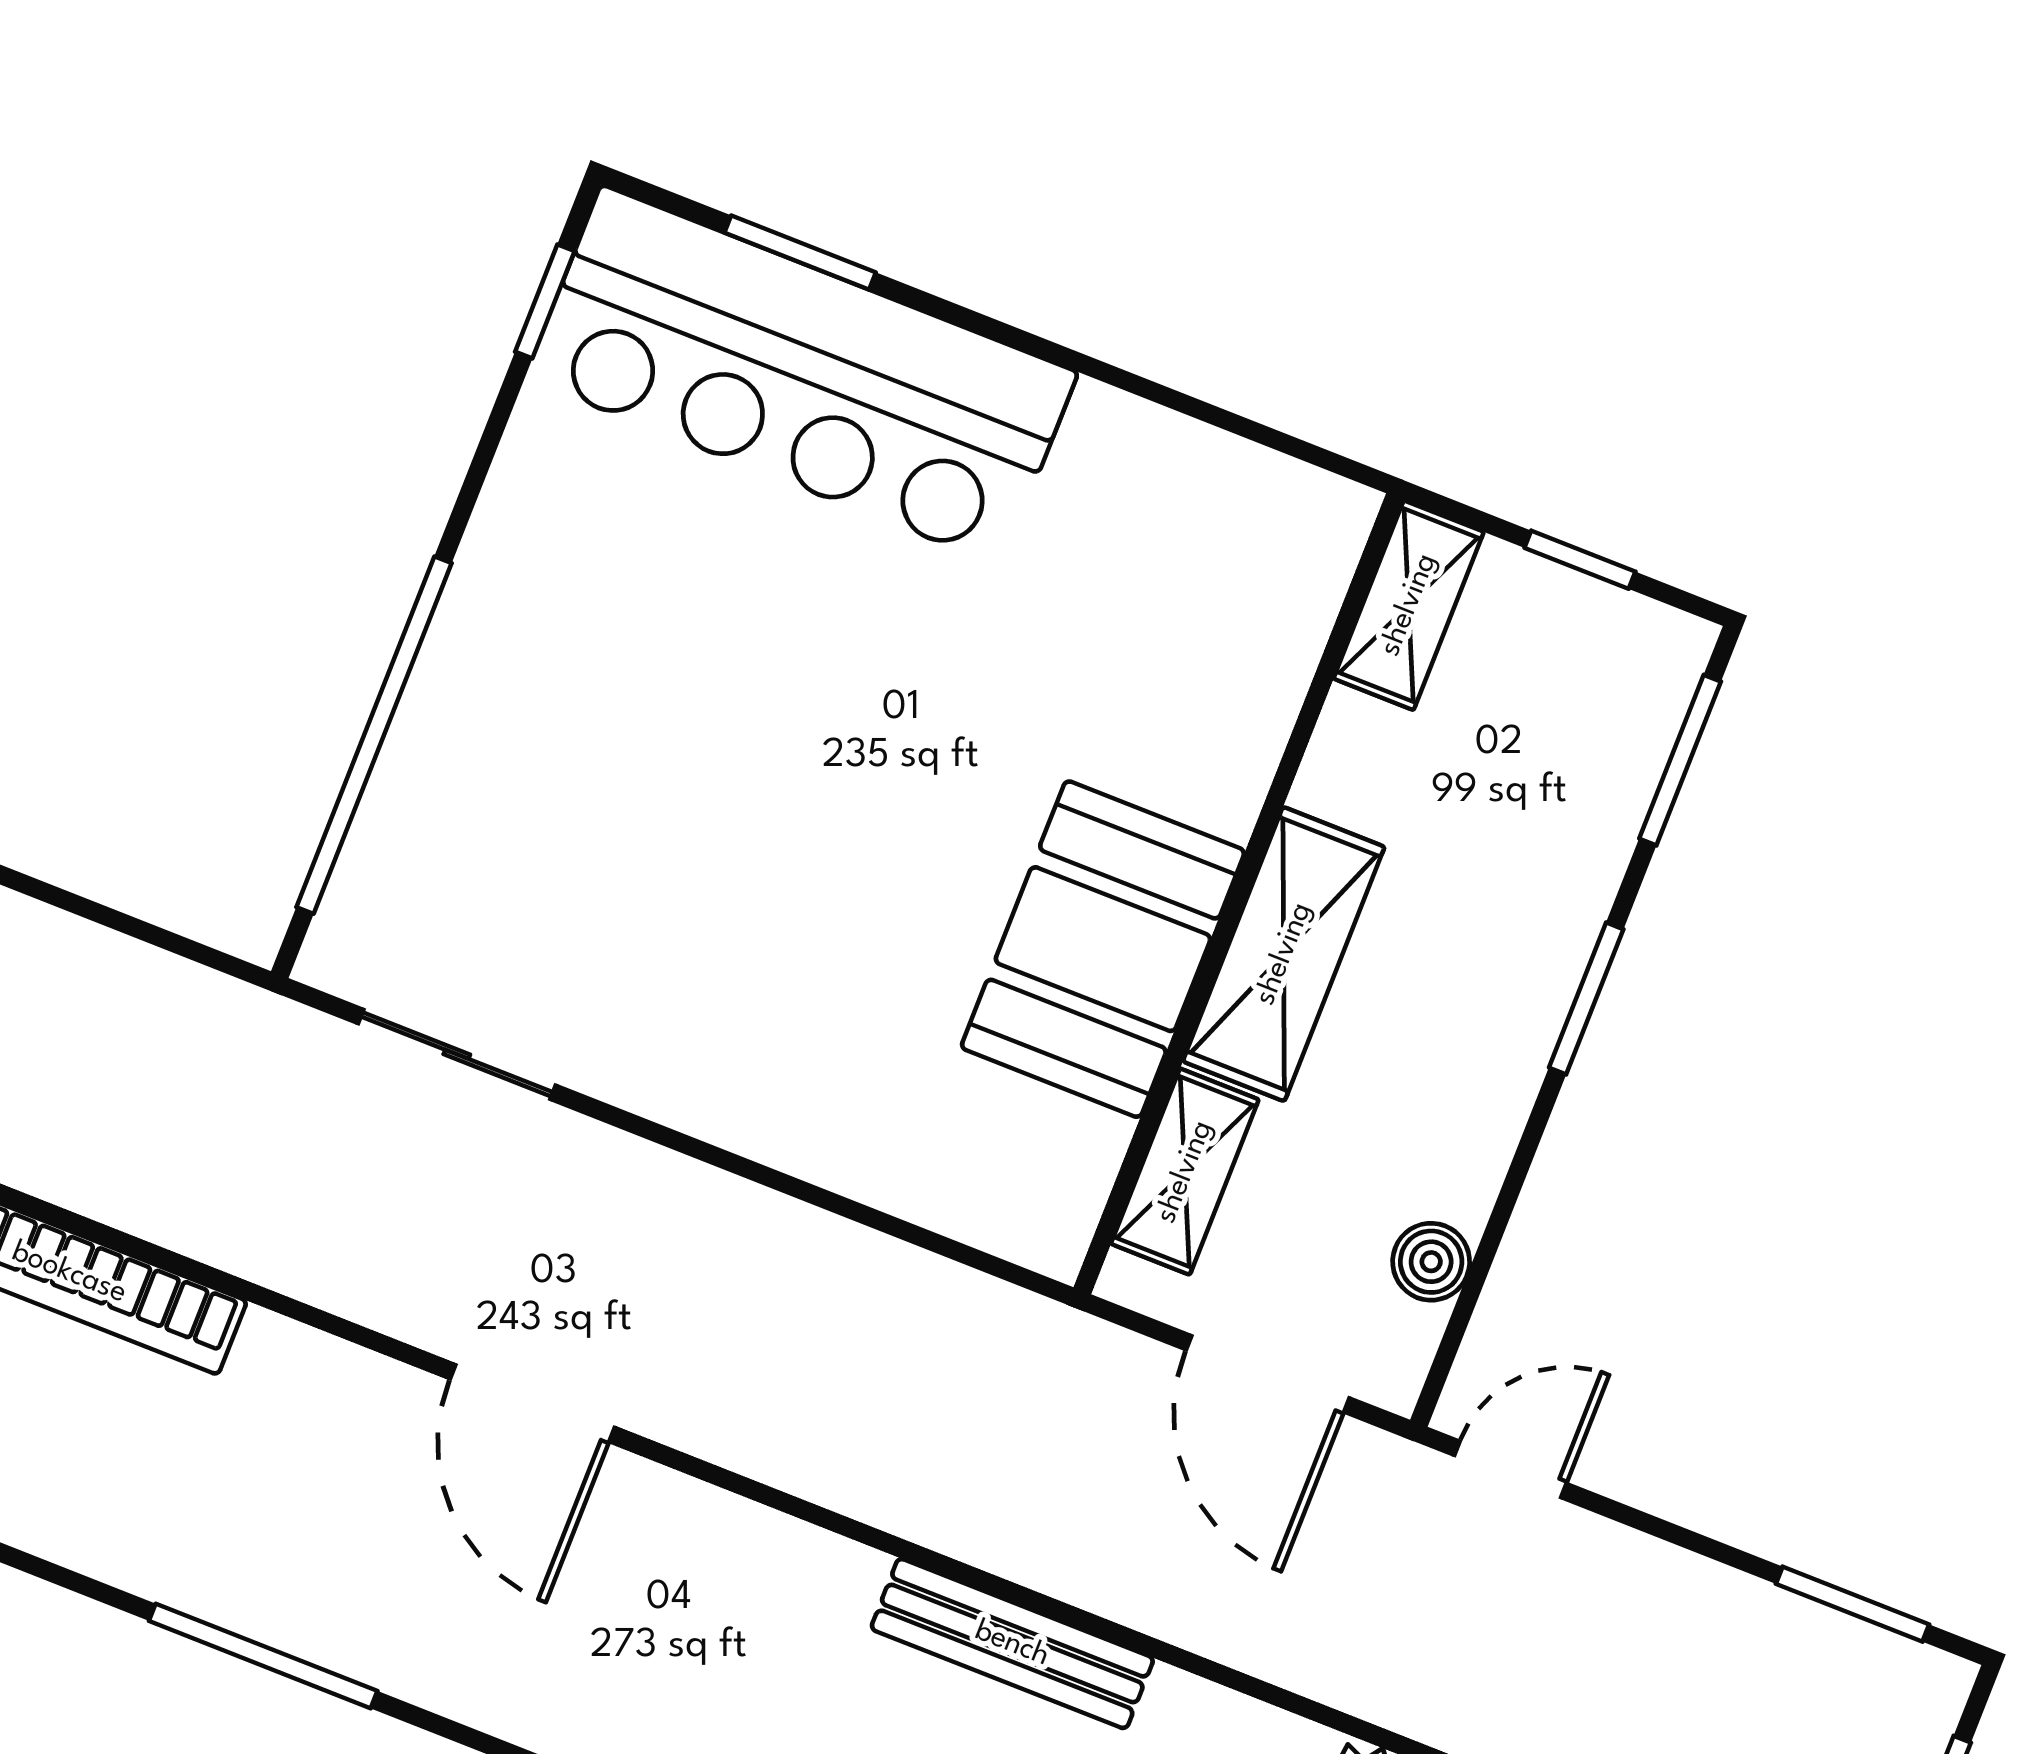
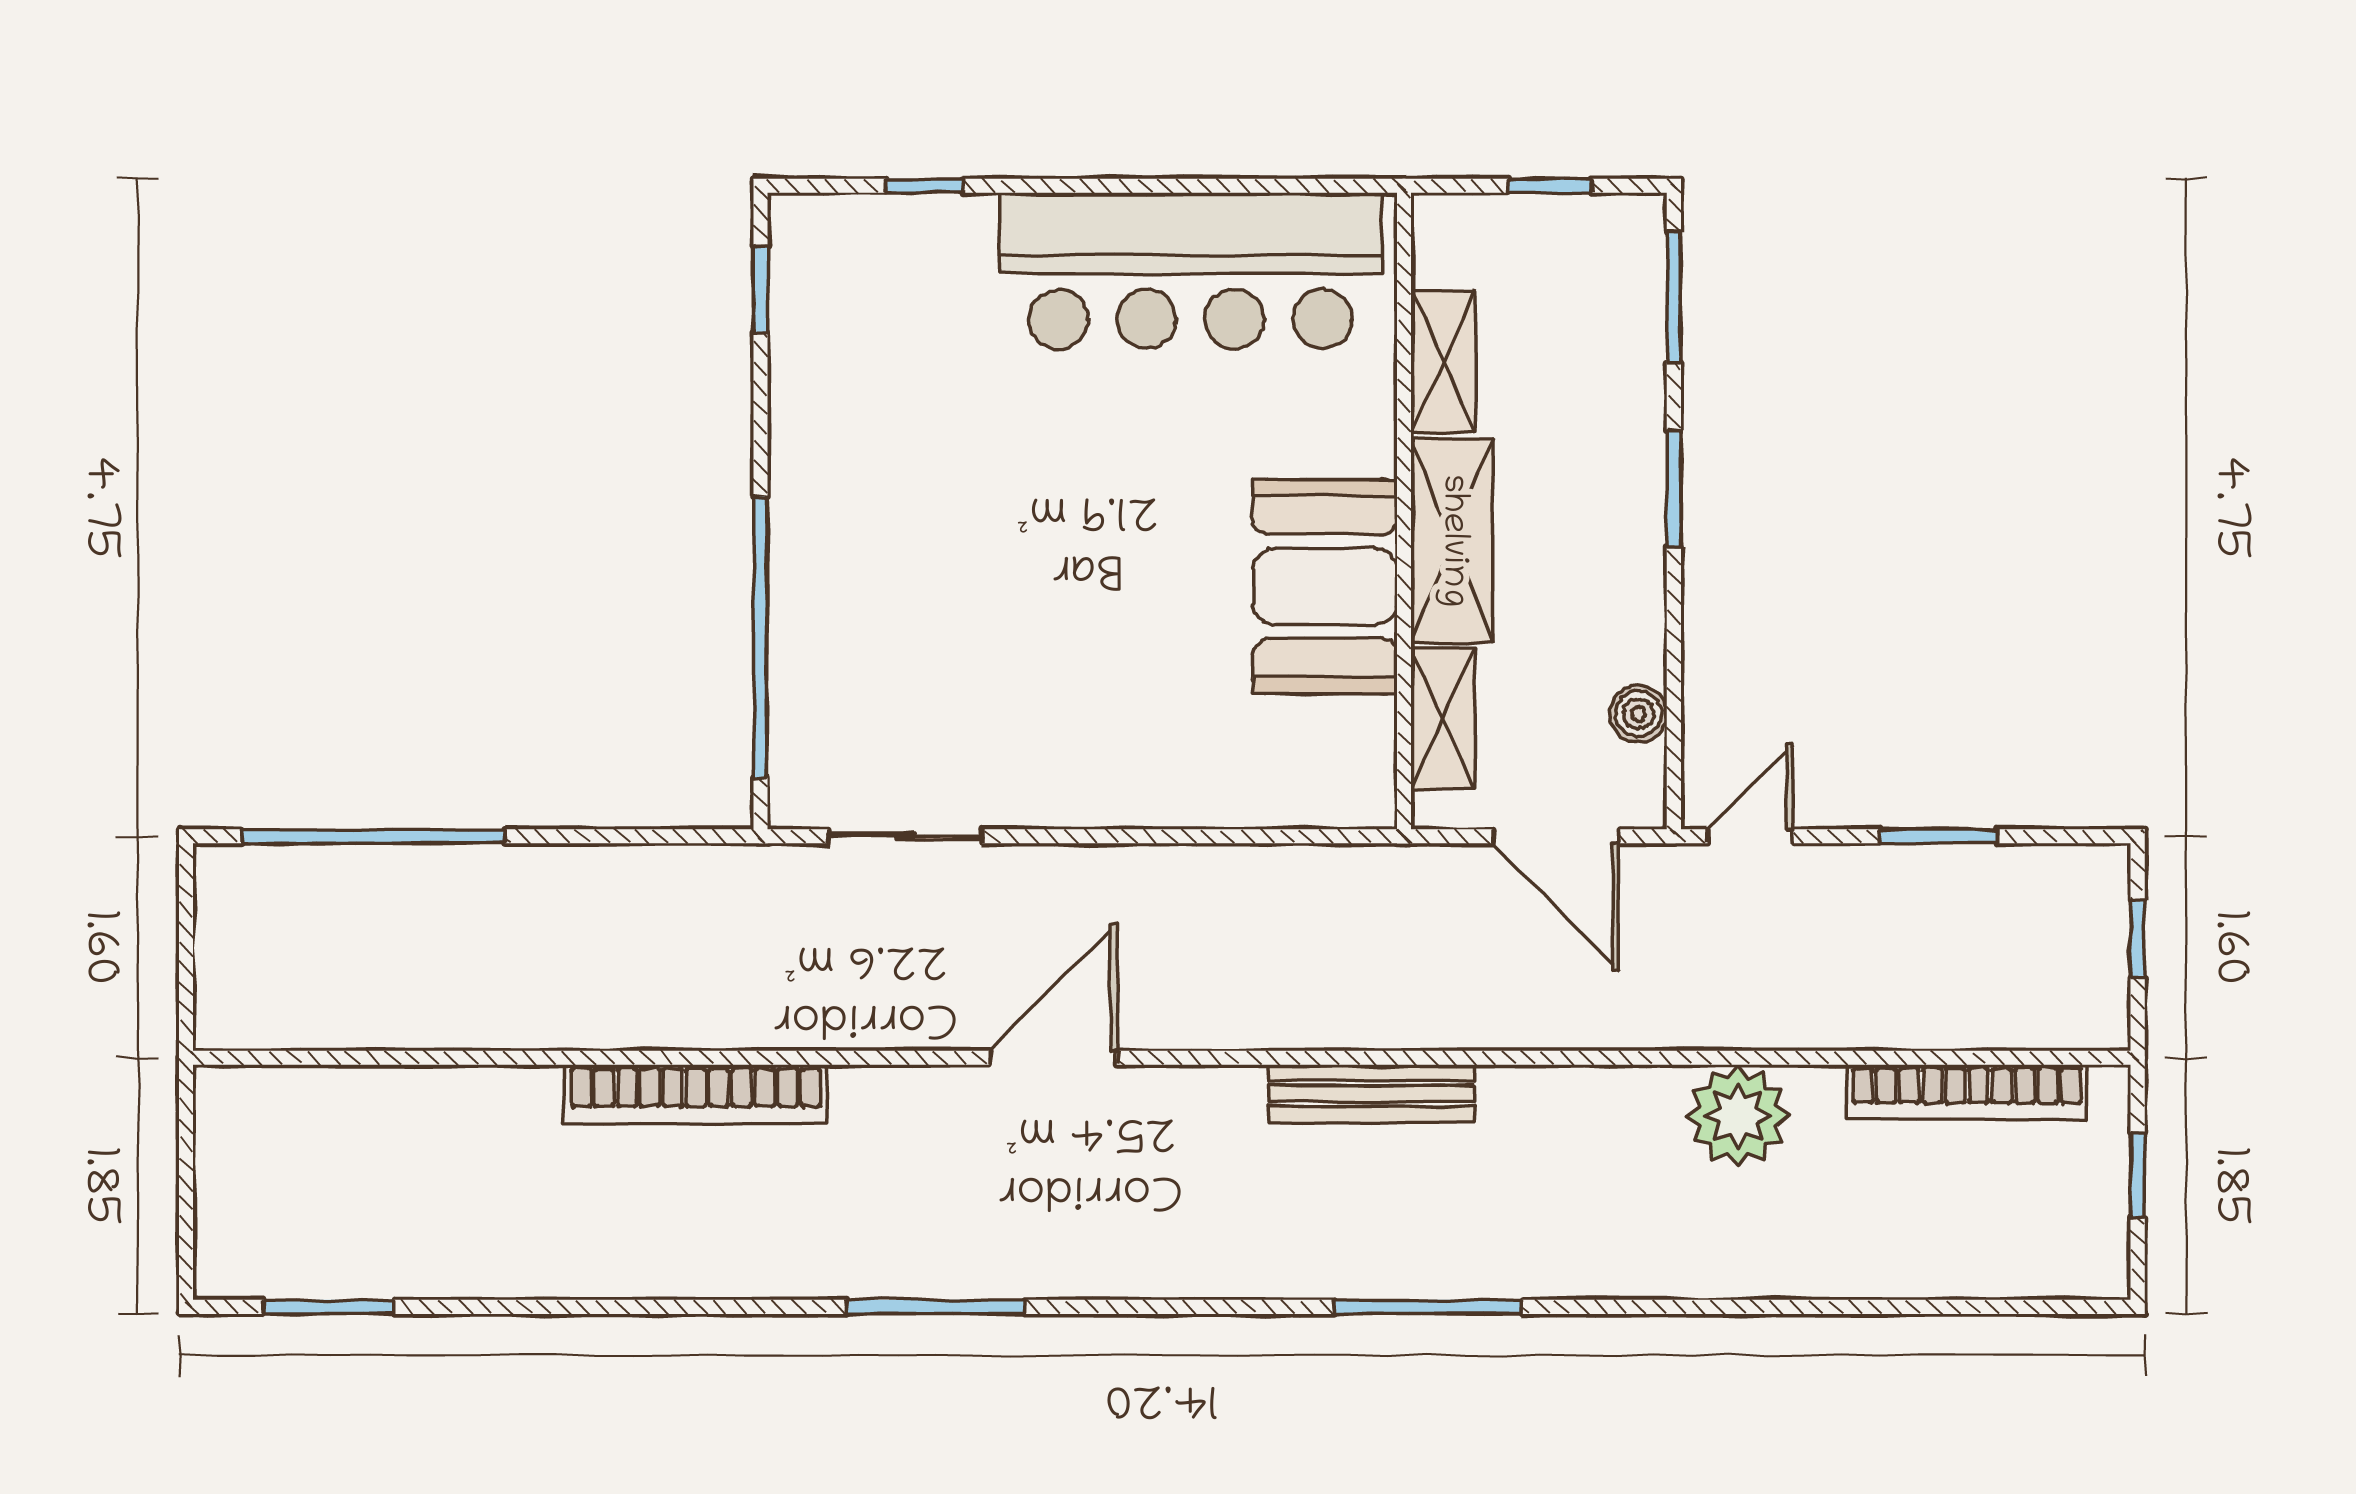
window: (800, 253) -> (924, 186), width x0.67
bar counter: (802, 375) -> (1191, 271), moved
shelving: (1409, 605) -> (1443, 361), moved
door: (532, 1403) -> (1053, 1058), swing flipped
window: (1853, 1604) -> (1939, 836), moved
bench: (1012, 1644) -> (1371, 1093), moved

